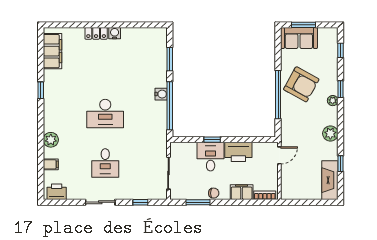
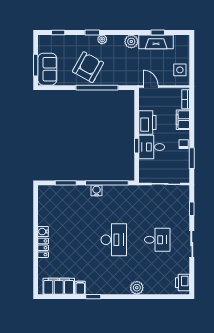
filing cabinet: (51, 164) -> (80, 288), moved
fireplace: (330, 180) -> (156, 42), moved
side table: (298, 189) -> (180, 70), added

